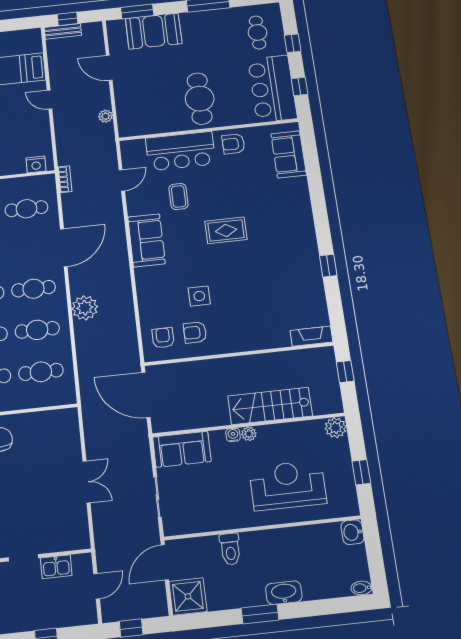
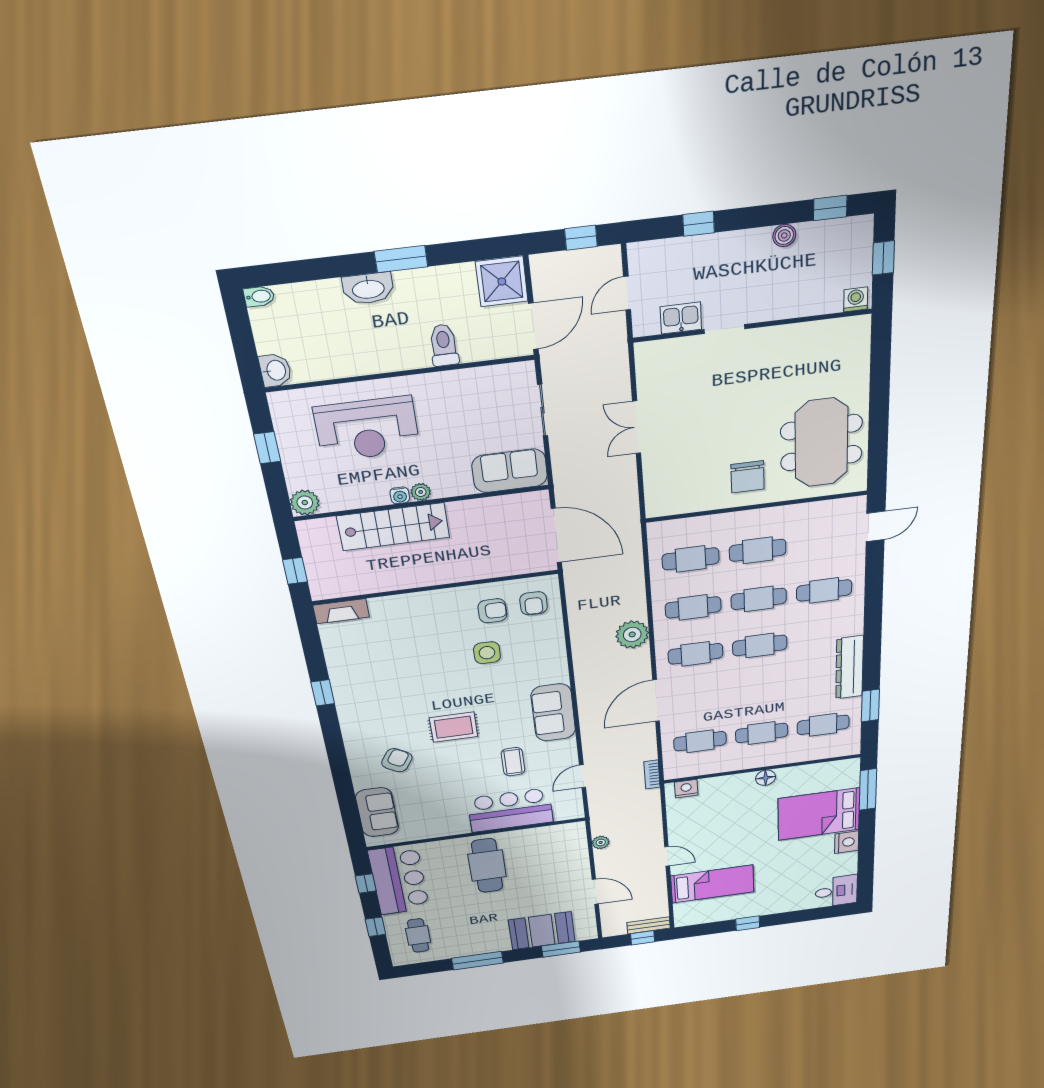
armchair: (233, 144) -> (397, 760), moved, turned -58
water cooler: (233, 435) -> (400, 495), moved

